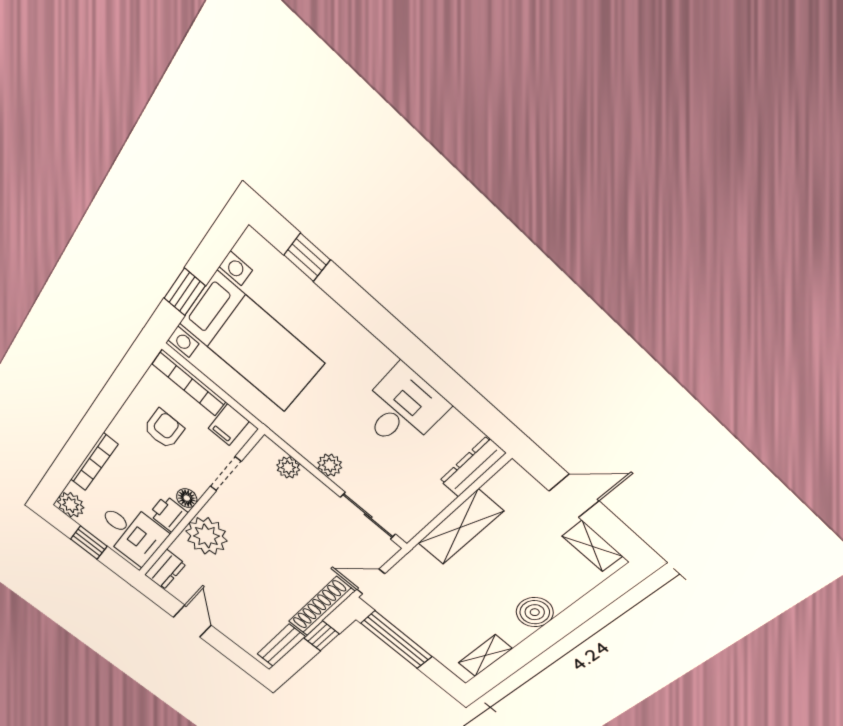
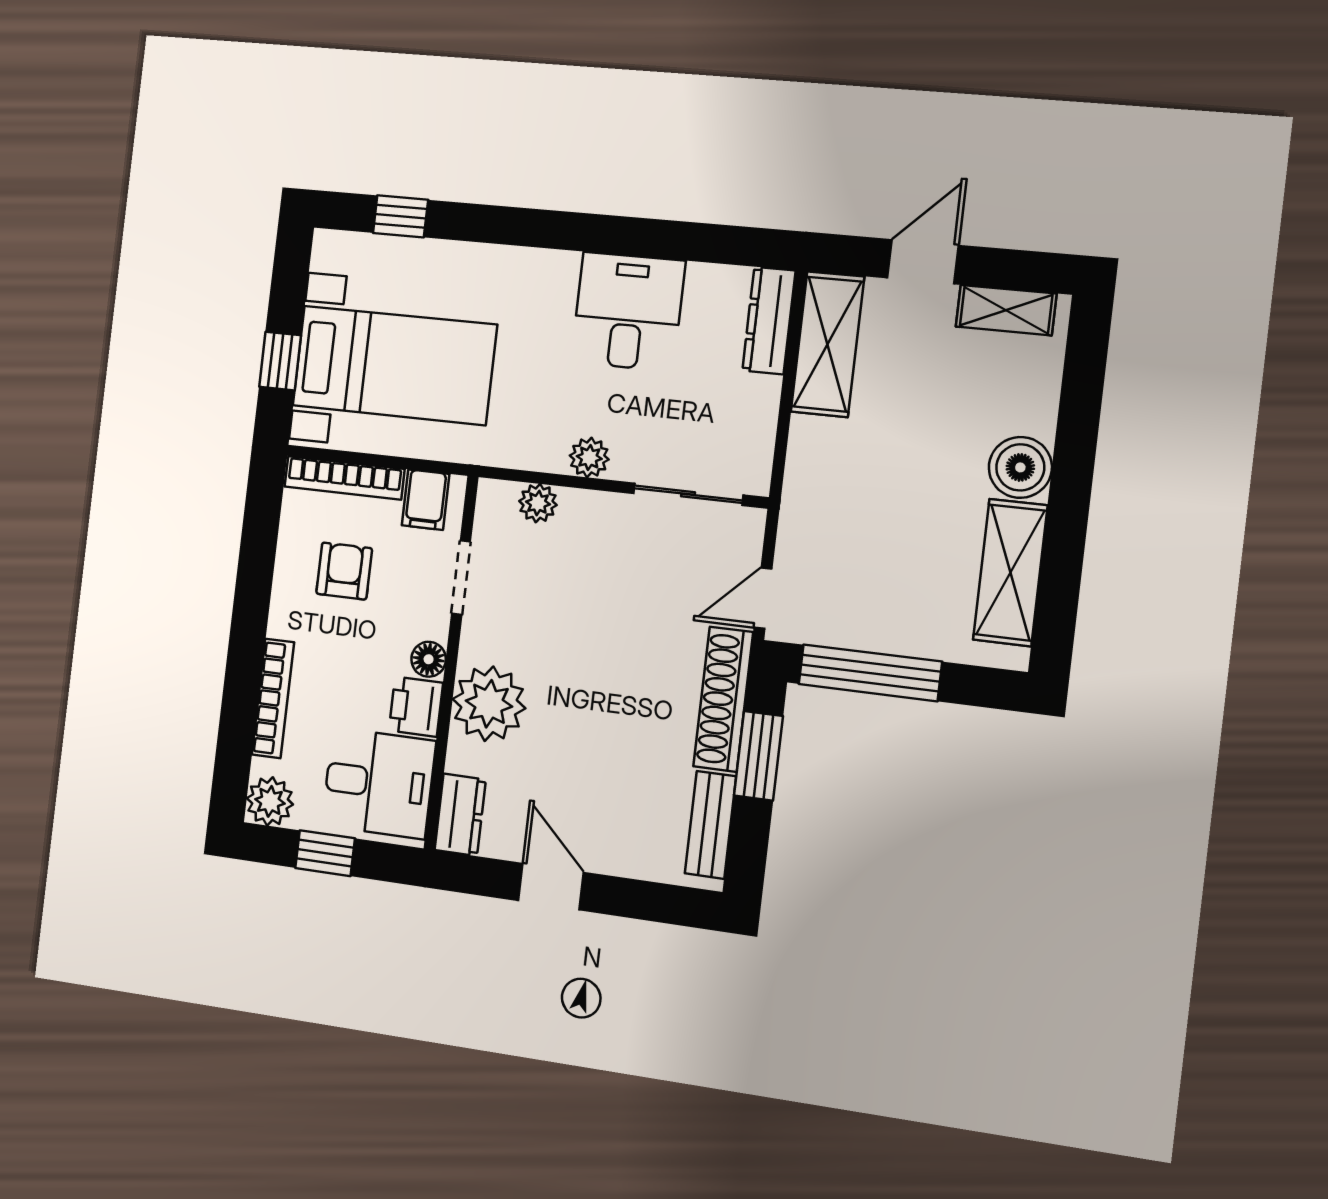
shelving: (460, 527) -> (827, 344), moved
window: (321, 636) -> (758, 756), width x1.50
shelving: (485, 656) -> (1010, 573), width x1.50, depth x1.33

